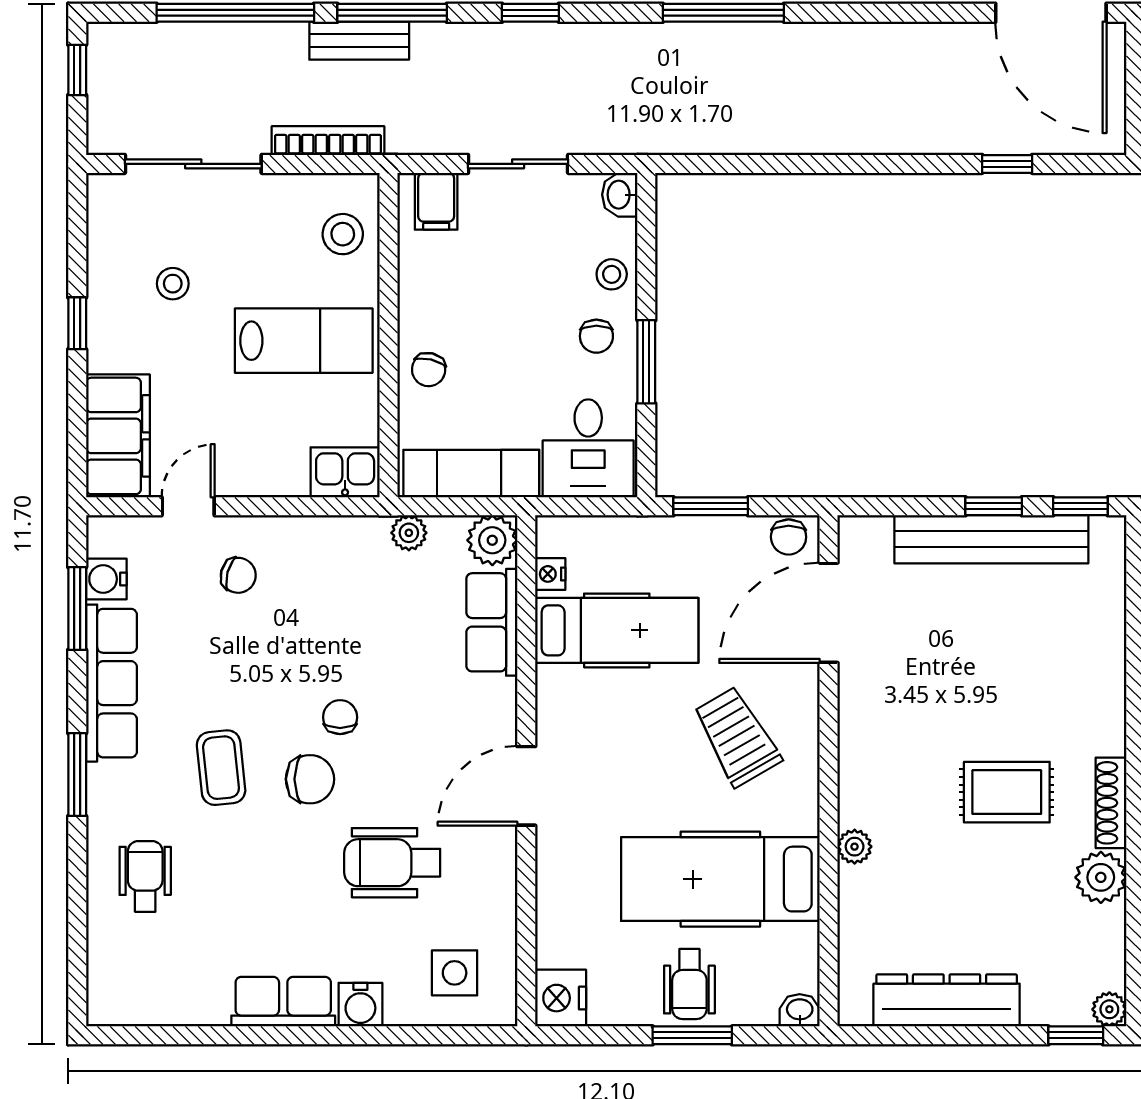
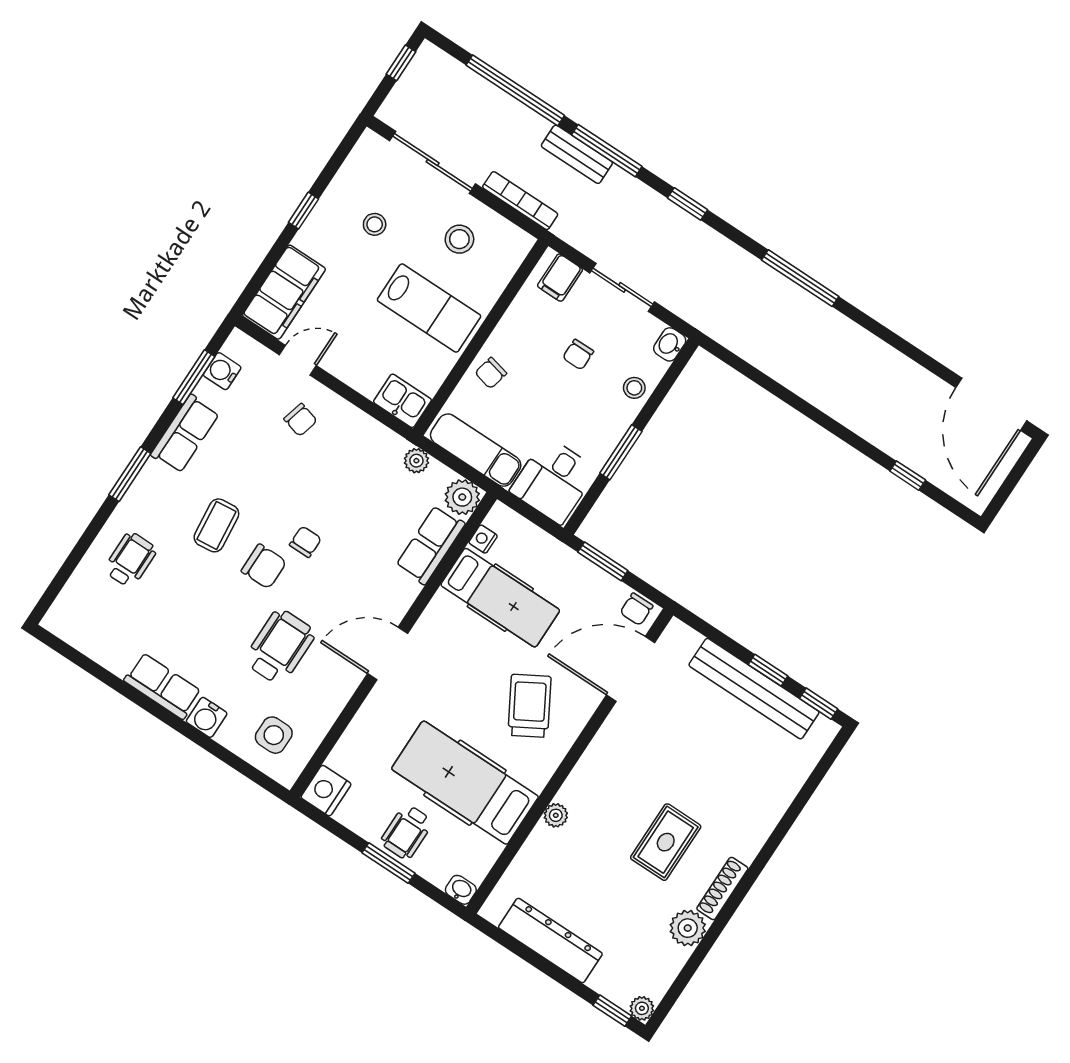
stool: (343, 234) -> (459, 239), moved
chair: (596, 336) -> (578, 355), moved
row of seats: (111, 683) -> (185, 434), width x0.68
rug: (1007, 792) -> (666, 842), turned 90
wheelchair: (392, 863) -> (280, 647), turned 90

